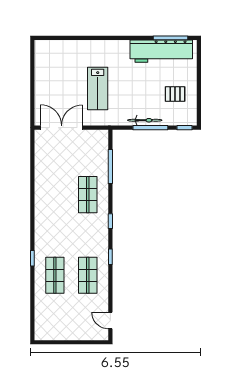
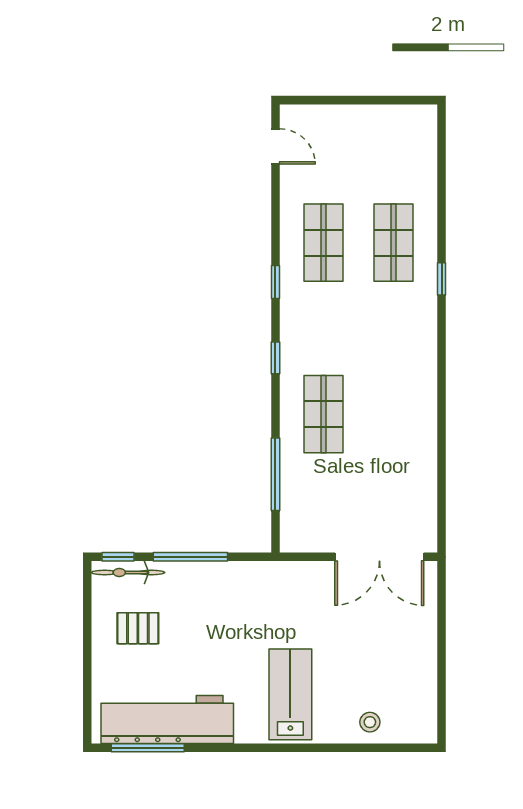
stool: (66, 50) -> (370, 722), added
lab bench: (98, 88) -> (290, 694), moved
bicycle: (145, 120) -> (128, 572), moved

